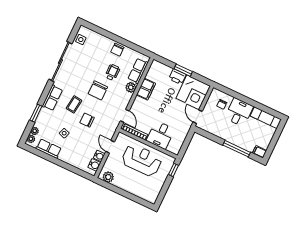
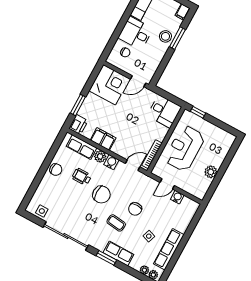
window: (183, 70) -> (78, 105), moved
printer: (177, 77) -> (78, 125), moved
row of seats: (52, 98) -> (118, 254), moved
window: (36, 113) -> (106, 258), moved
desk: (161, 135) -> (164, 111), moved
stool: (238, 138) -> (165, 36), added
row of seats: (49, 149) -> (169, 249), width x1.48
window: (237, 149) -> (177, 38), width x0.69
water cooler: (94, 165) -> (111, 162), moved
plant: (108, 177) -> (211, 172), moved

